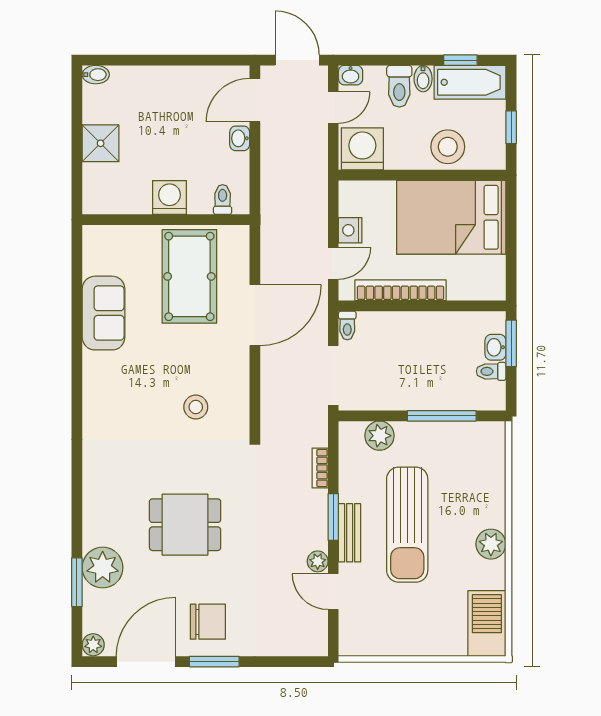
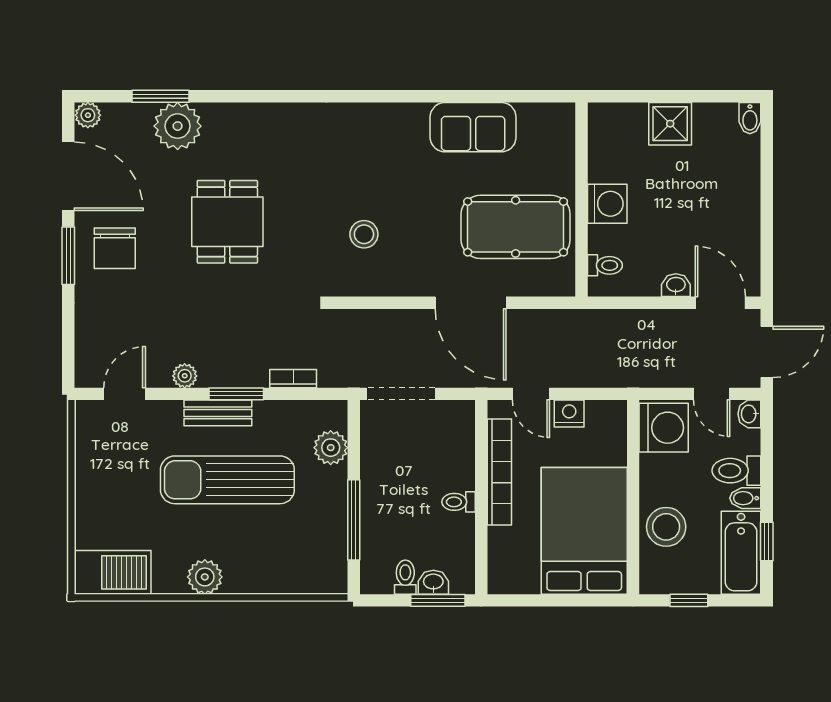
toilet: (347, 326) -> (459, 502), moved
door: (333, 592) -> (125, 394), moved

